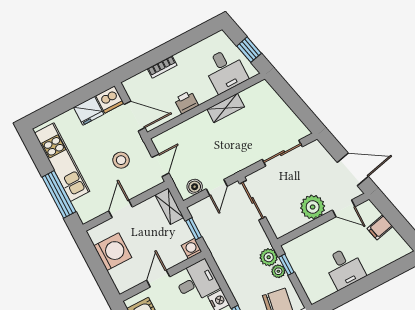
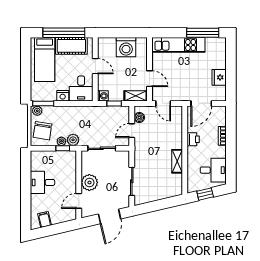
desk: (225, 70) -> (213, 170), moved, turned 180
dishwasher: (110, 99) -> (219, 94), removed
stool: (121, 160) -> (179, 81), removed
kitchen unit: (62, 162) -> (178, 45), moved
door: (353, 169) -> (109, 216), moved
door: (217, 188) -> (132, 131), hinge flipped
window: (59, 194) -> (203, 33), moved
sliding door: (253, 200) -> (102, 148), moved
door: (120, 209) -> (149, 79), moved
filing cabinet: (380, 227) -> (44, 219), moved

